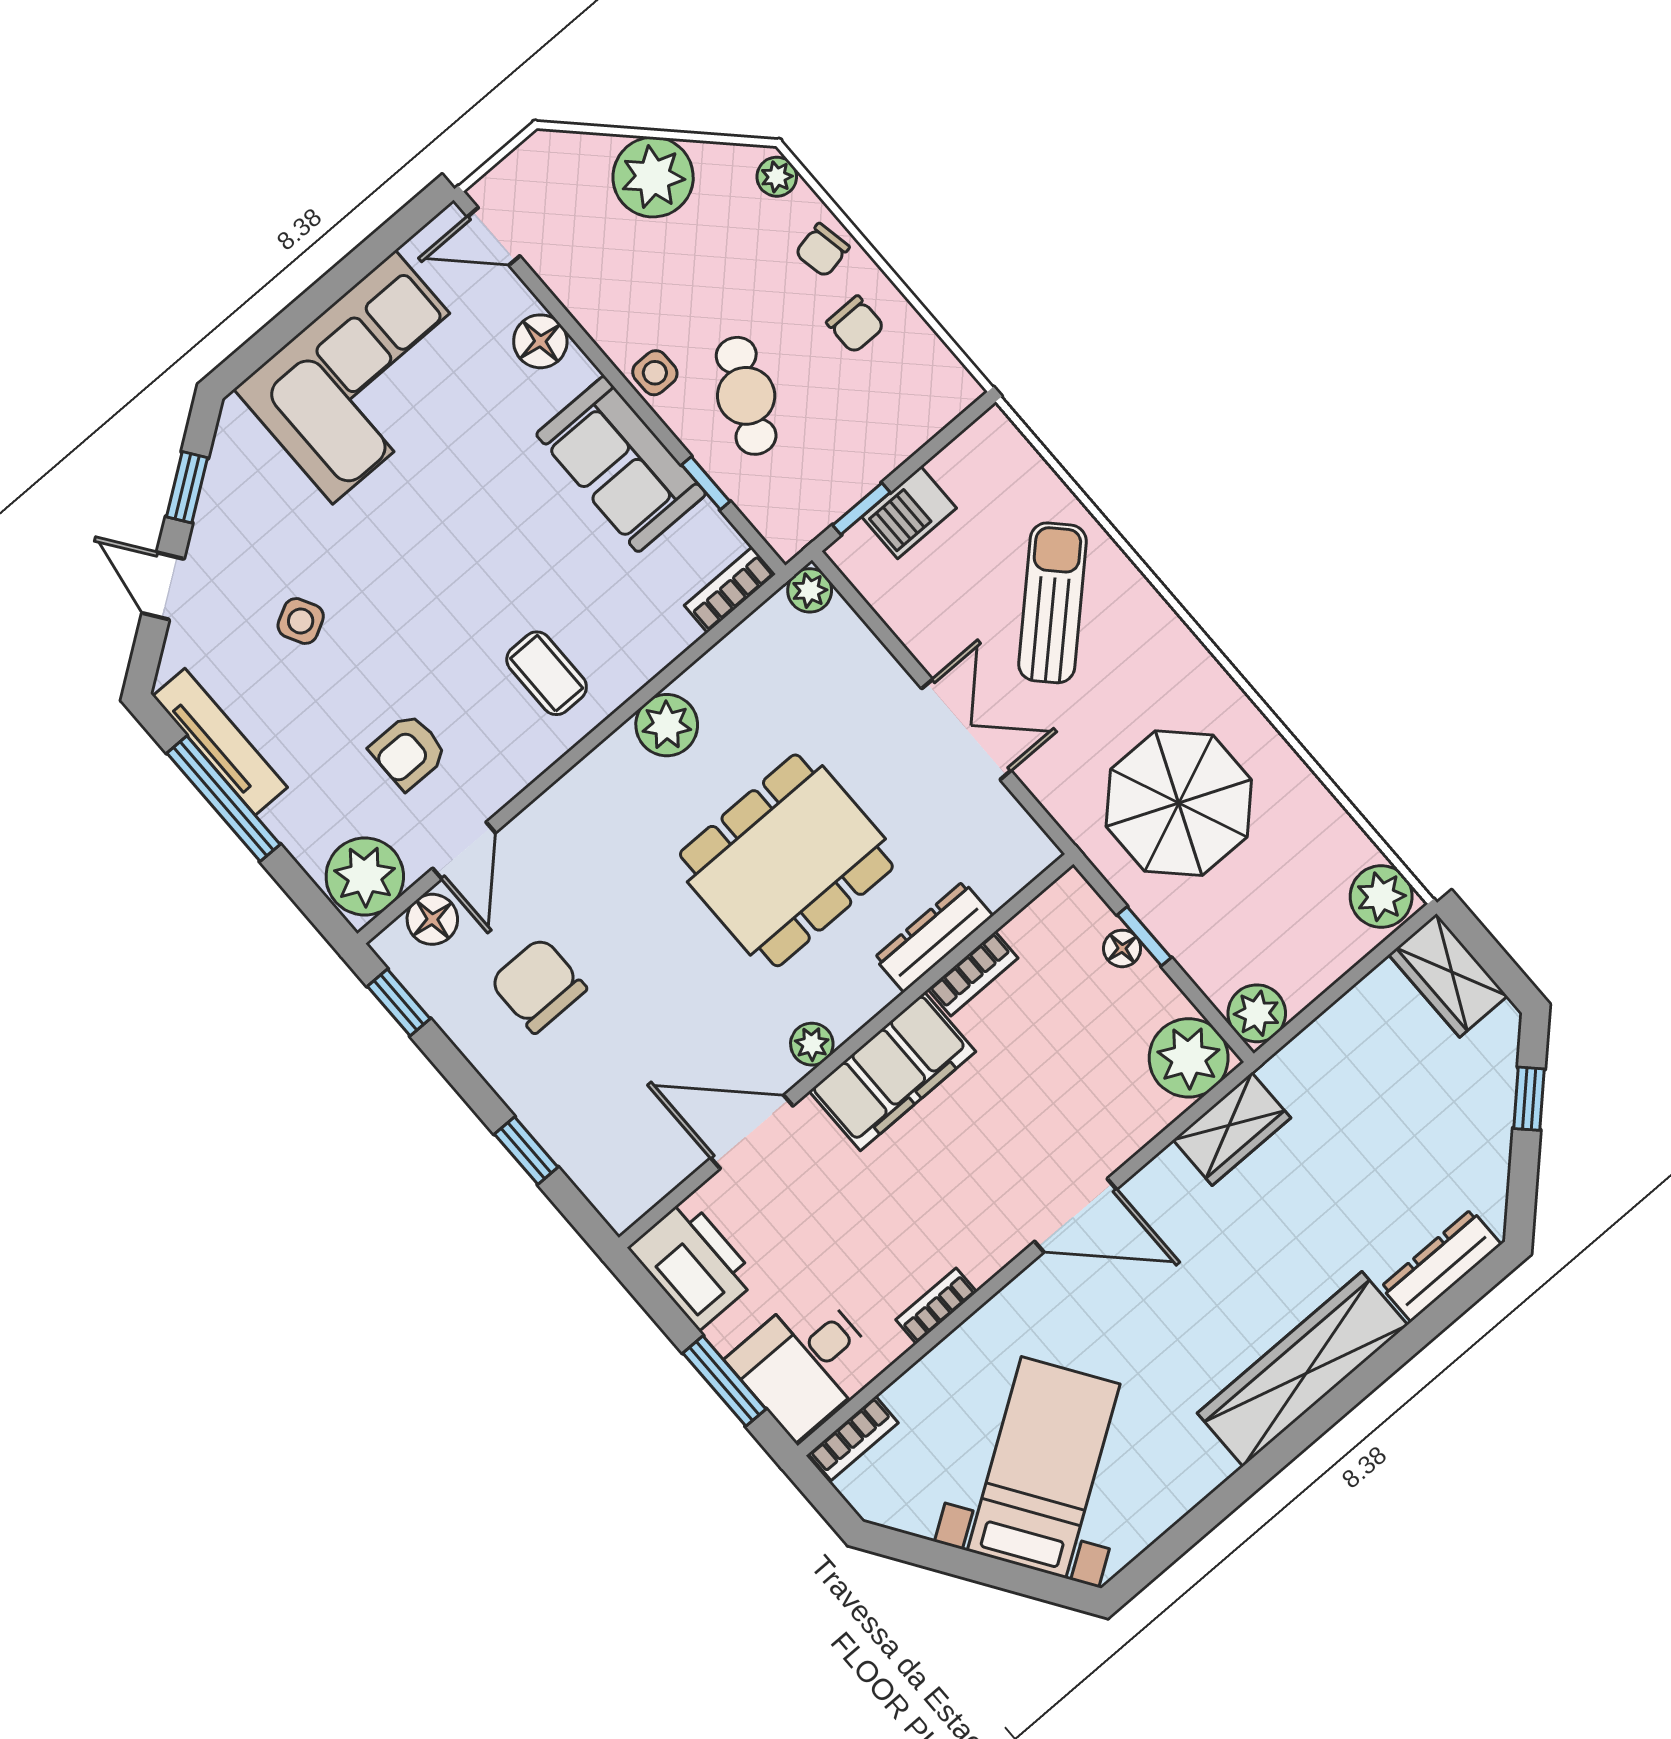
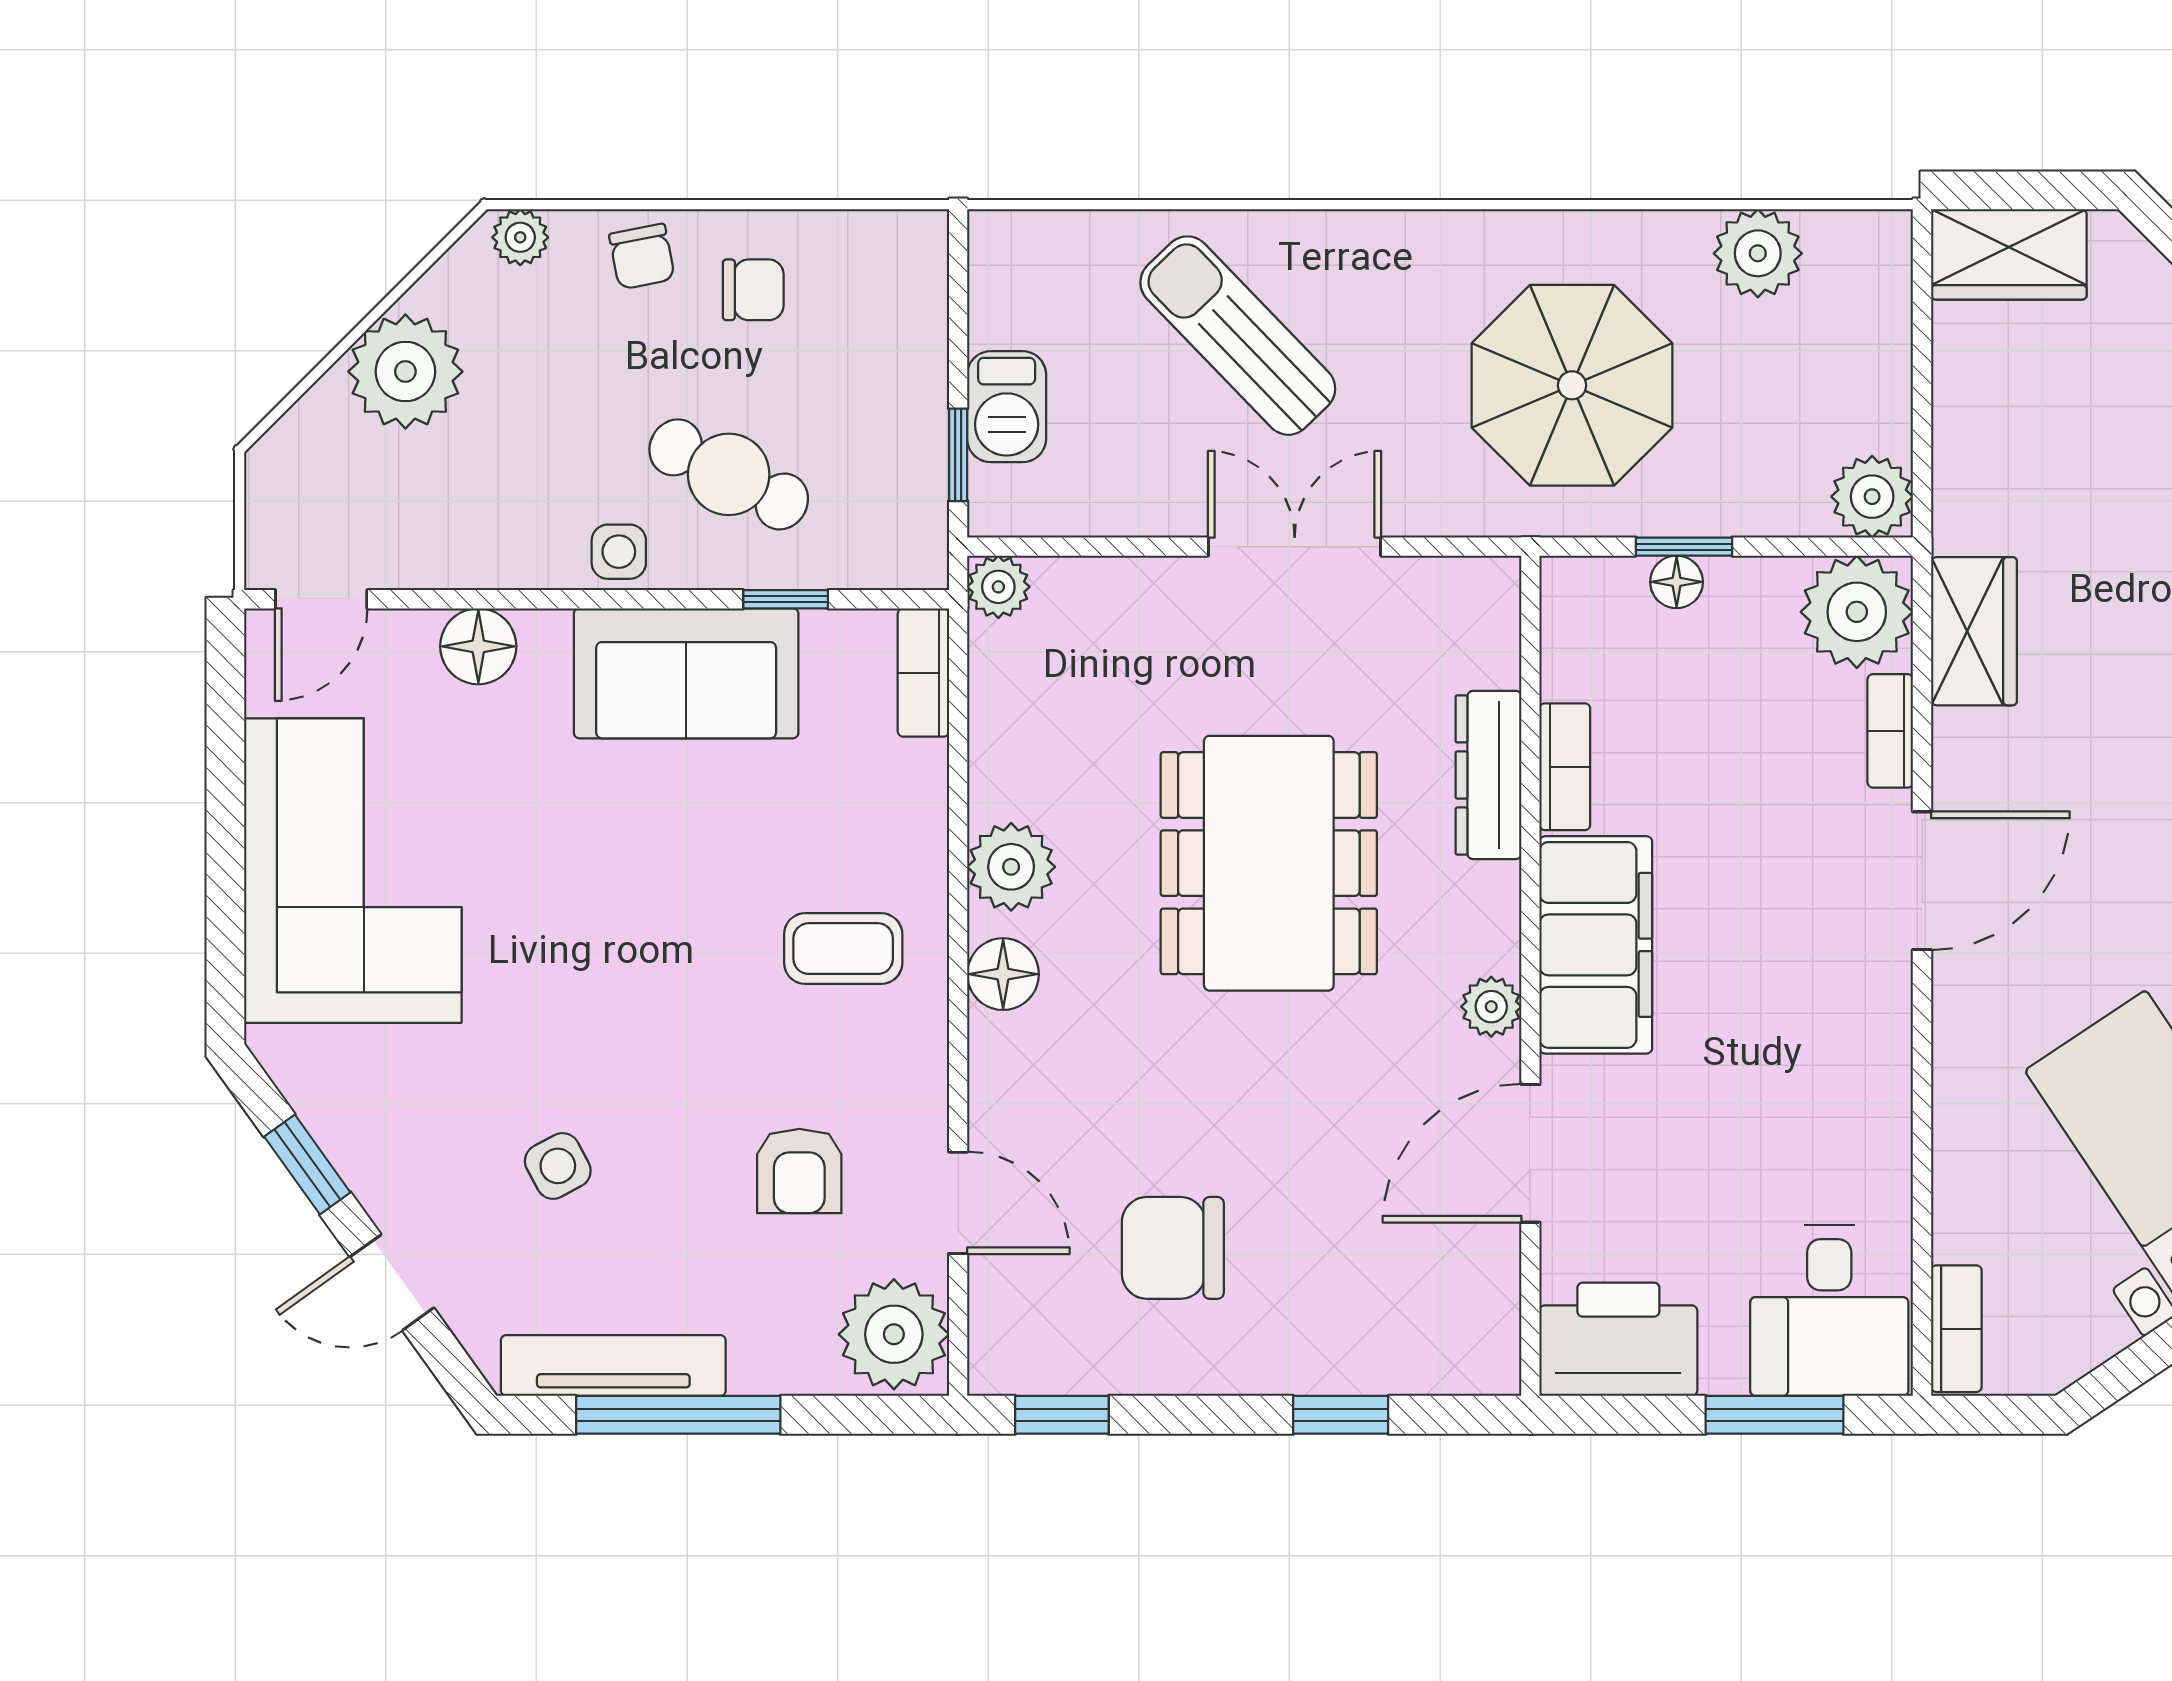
plant: (1381, 897) -> (1758, 253), moved
floor lamp: (432, 919) -> (1003, 974), moved
bookcase: (936, 1306) -> (1890, 731), moved

